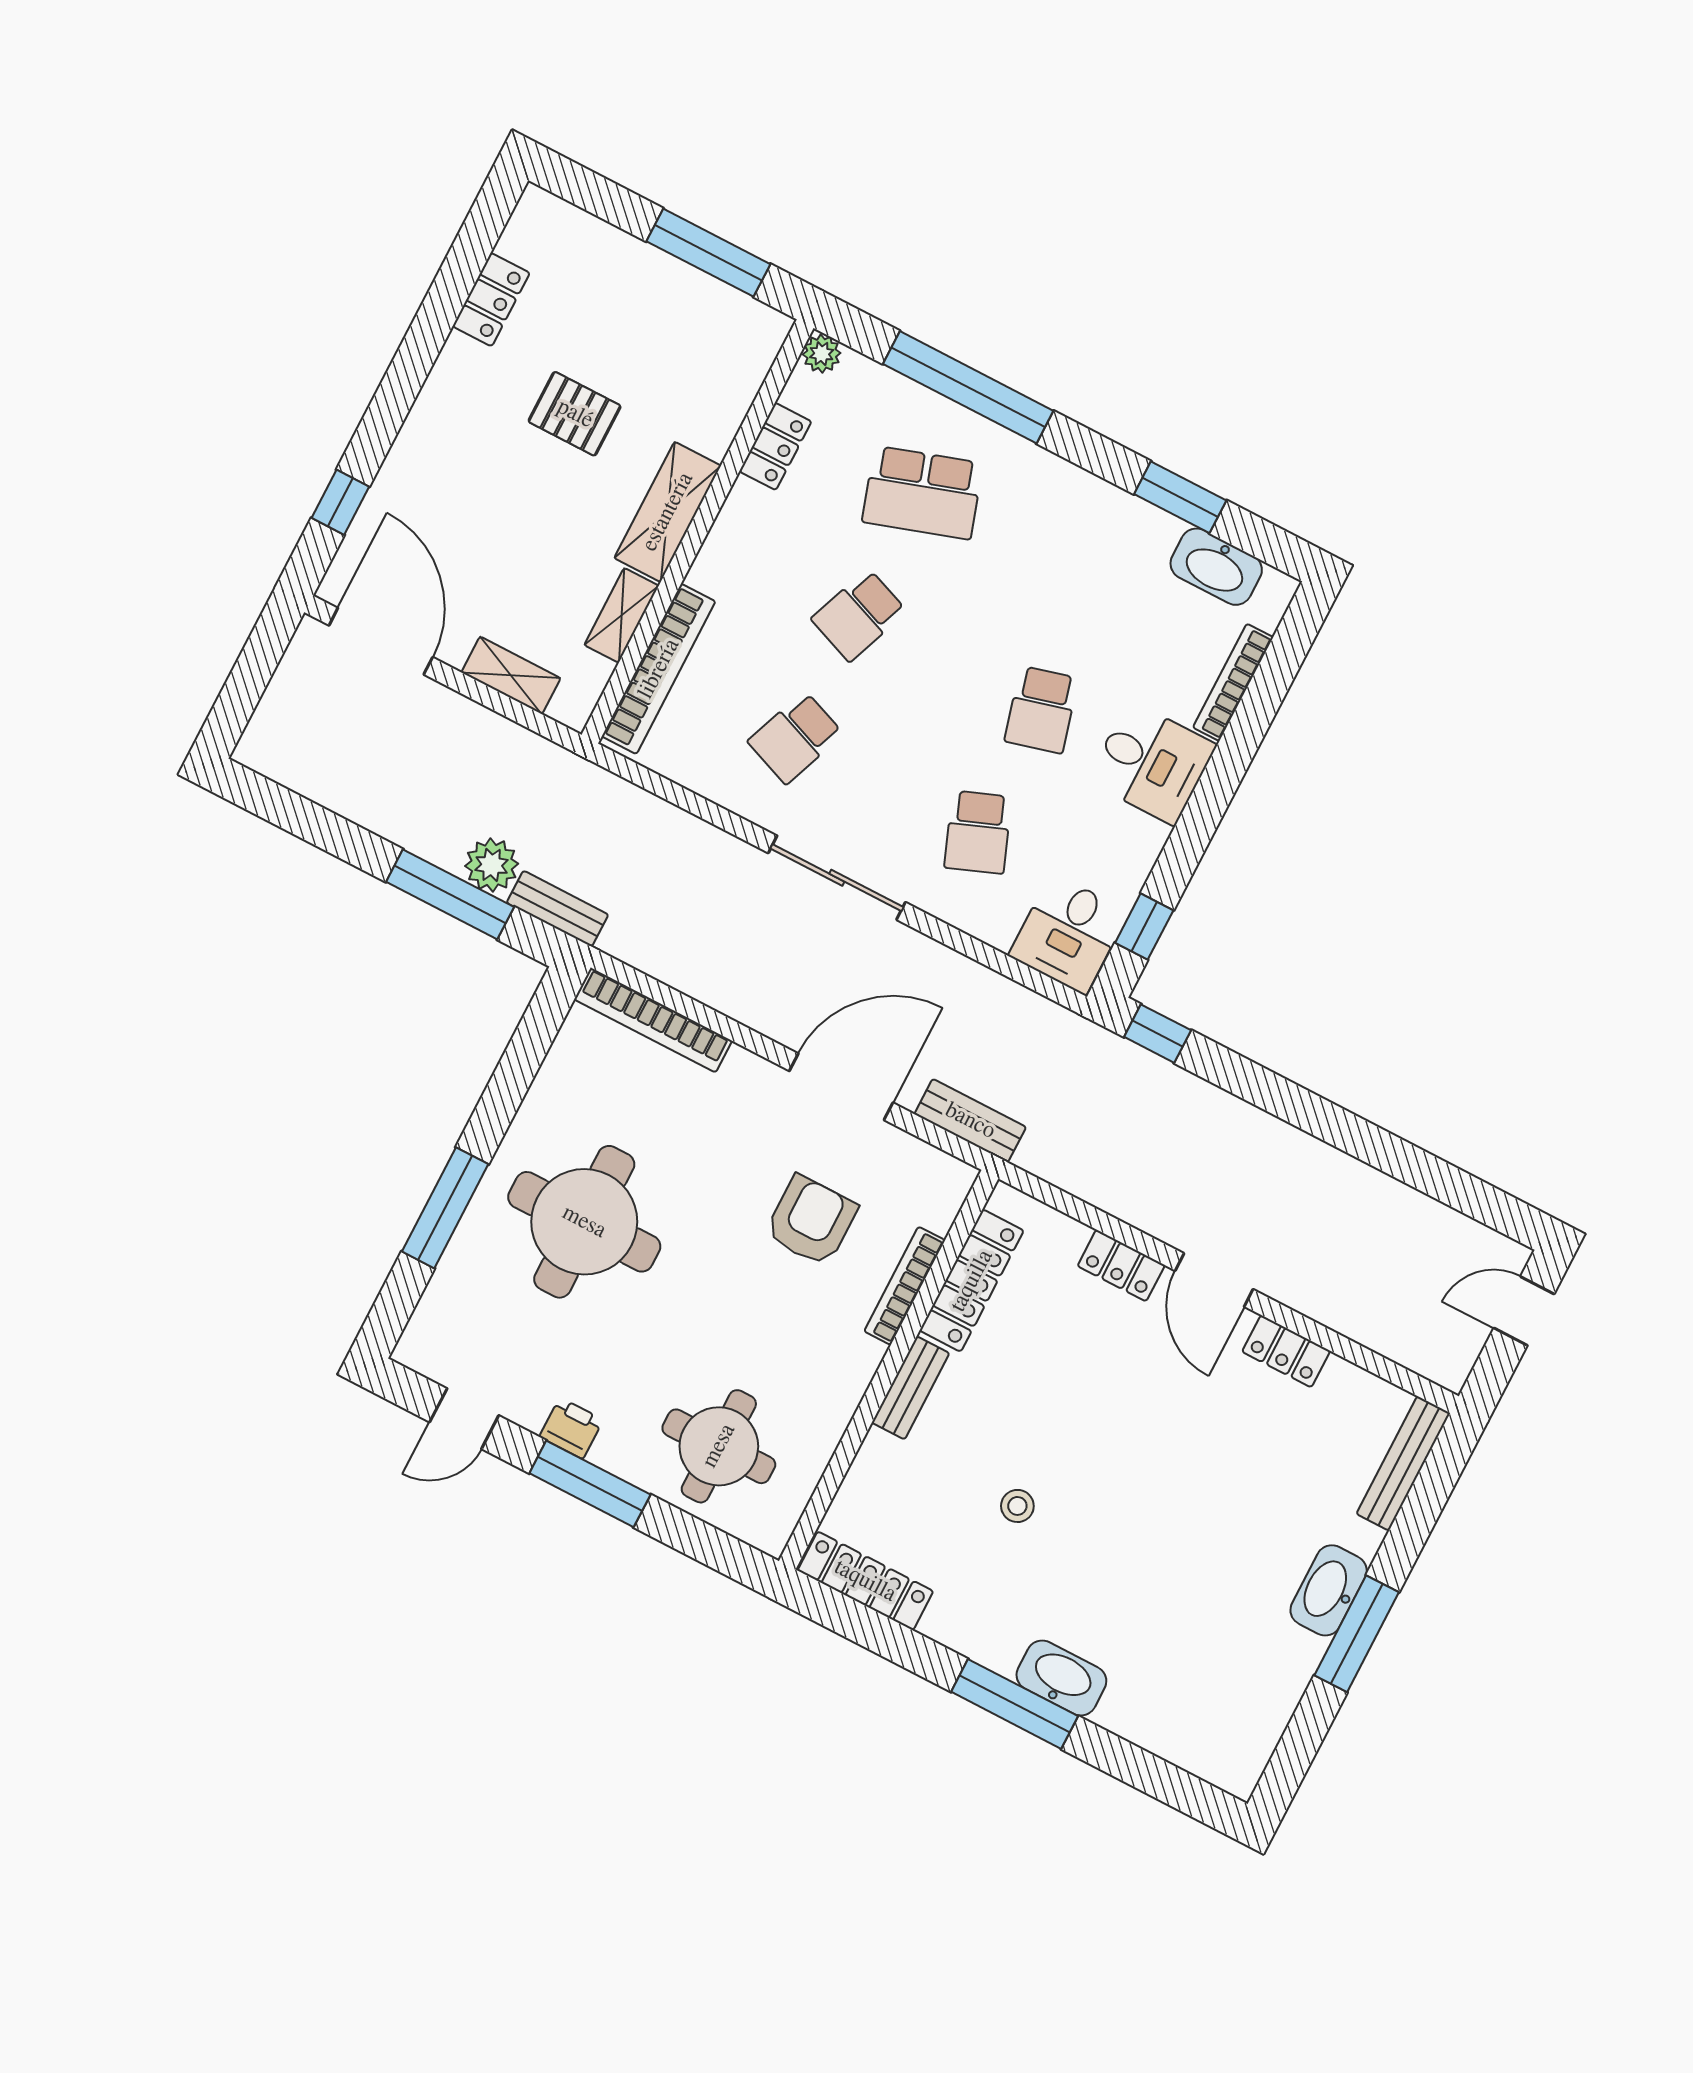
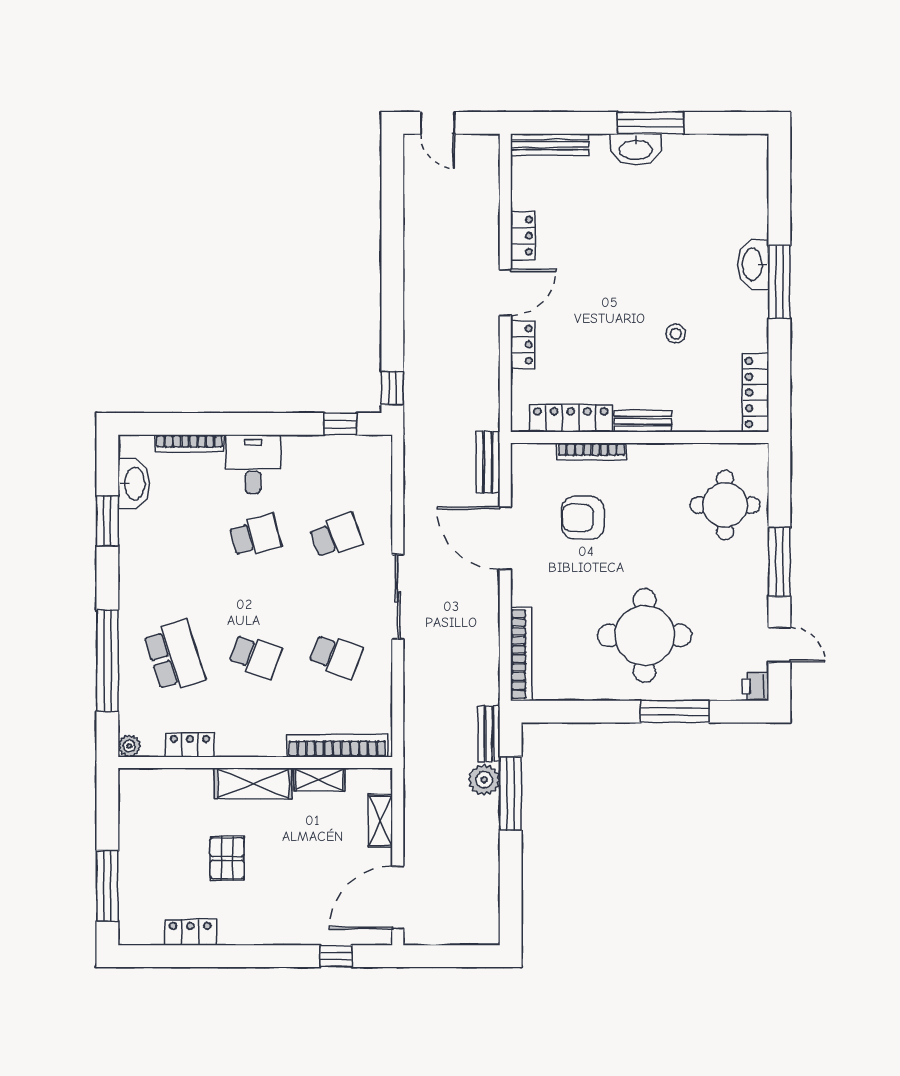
window: (708, 253) -> (107, 886), moved
desk: (1068, 934) -> (364, 461), removed
printer: (571, 1428) -> (755, 686), moved

